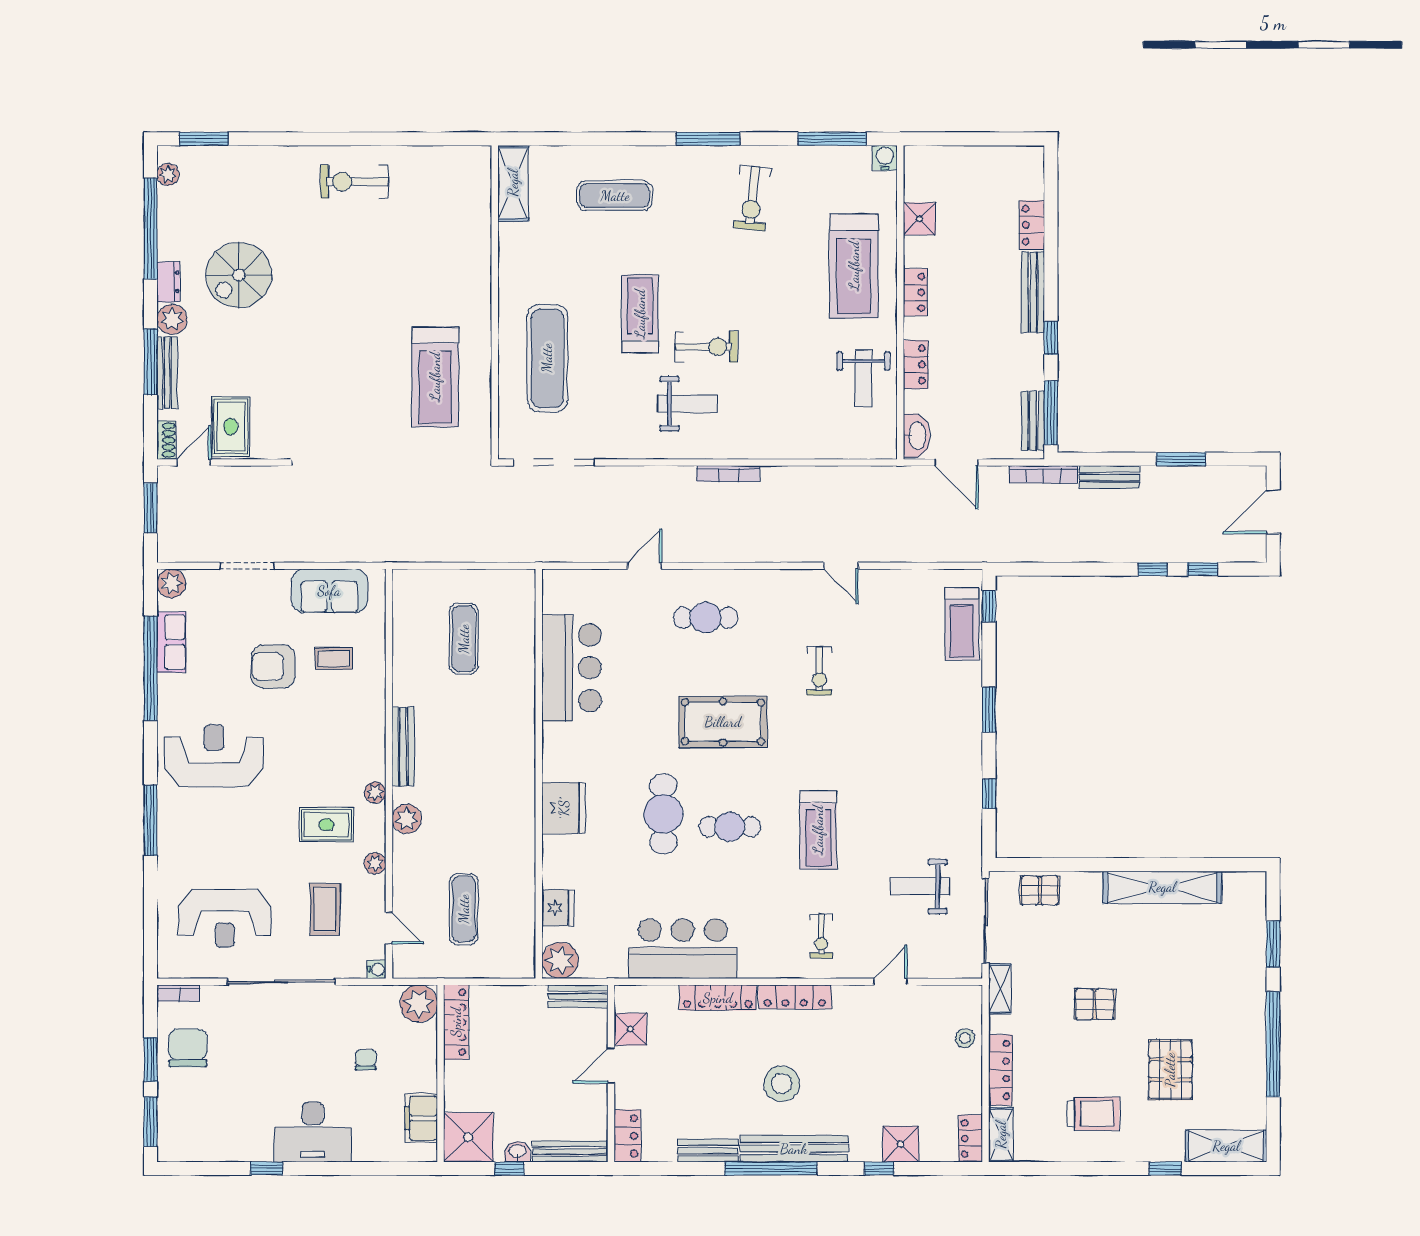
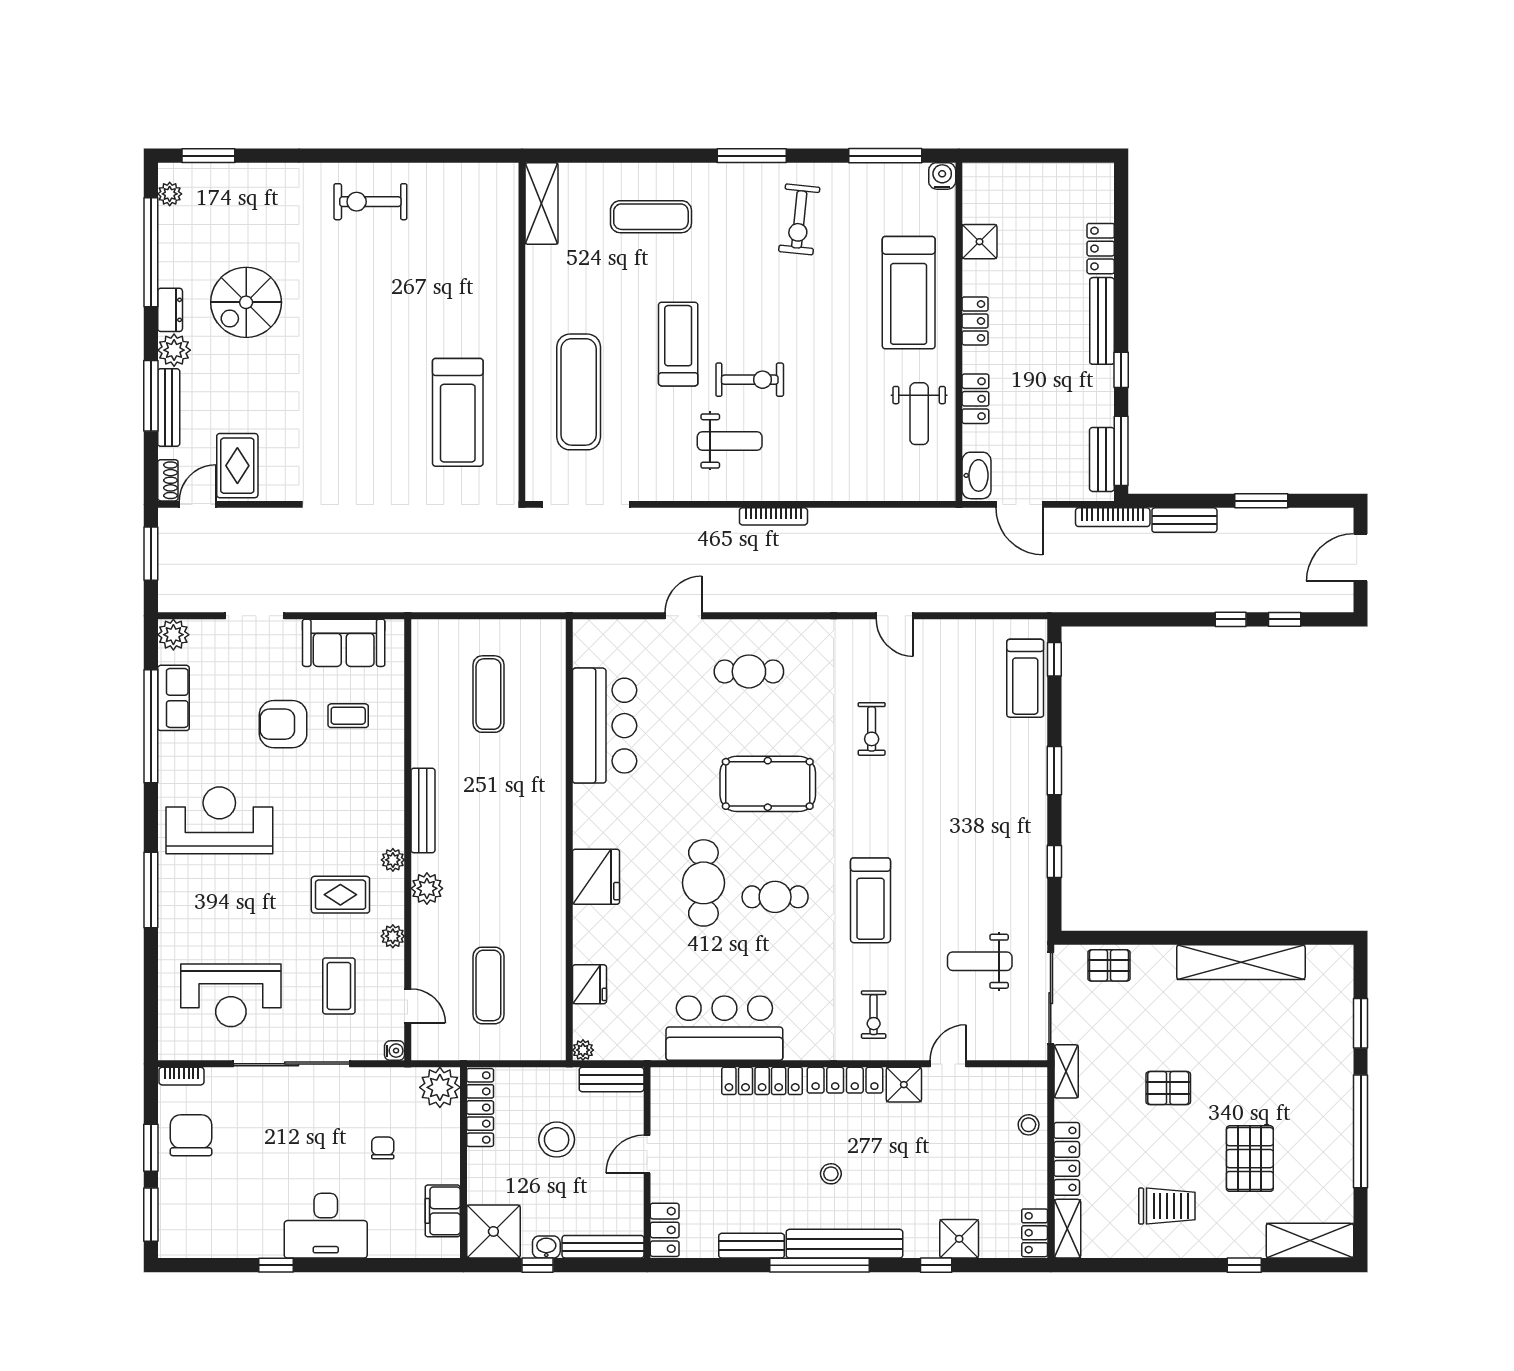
plant: (560, 960) -> (583, 1050), width x0.53, depth x0.53
shower: (630, 1029) -> (904, 1085), moved
stool: (527, 1052) -> (557, 1140), added
stool: (782, 1084) -> (831, 1174), width x0.53, depth x0.53

